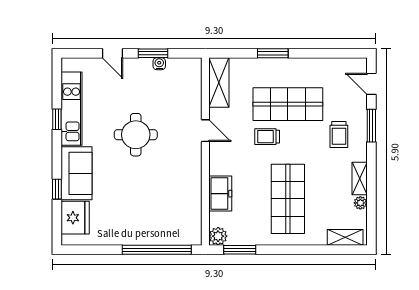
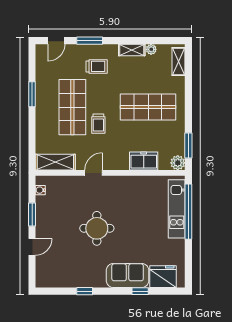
window: (273, 53) -> (32, 94), moved
water cooler: (159, 64) -> (40, 190), moved
kitchen unit: (72, 109) -> (177, 209), moved, turned -90

